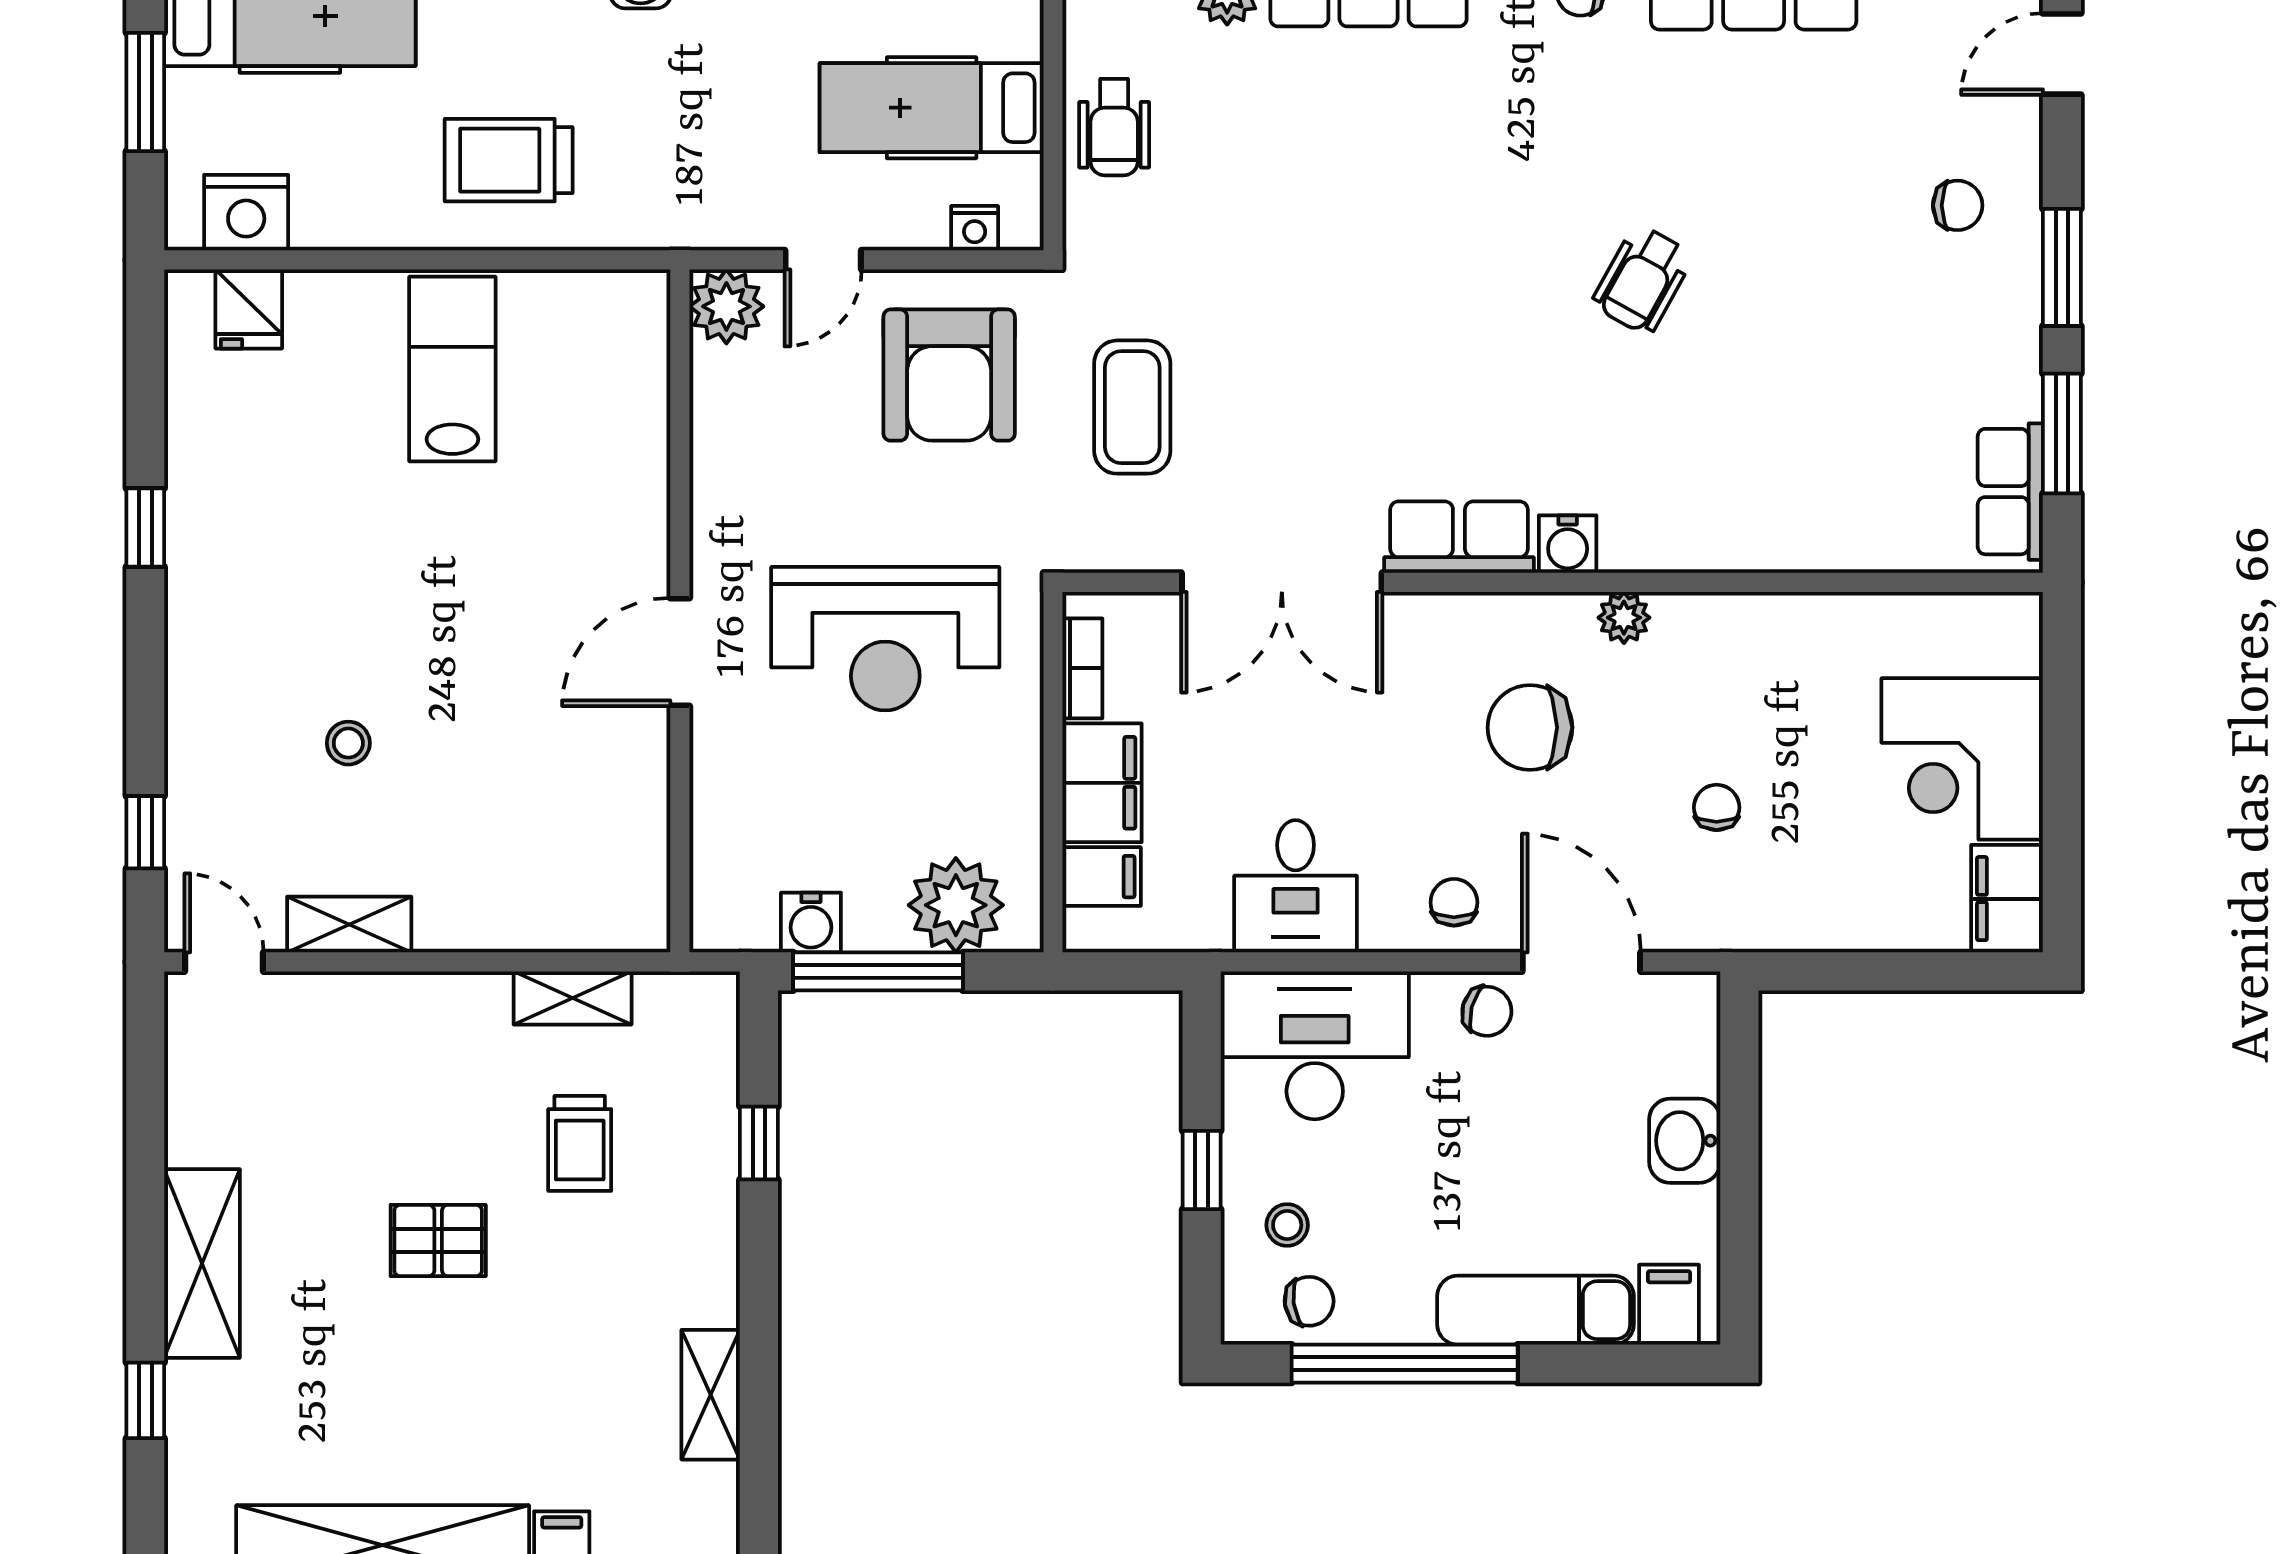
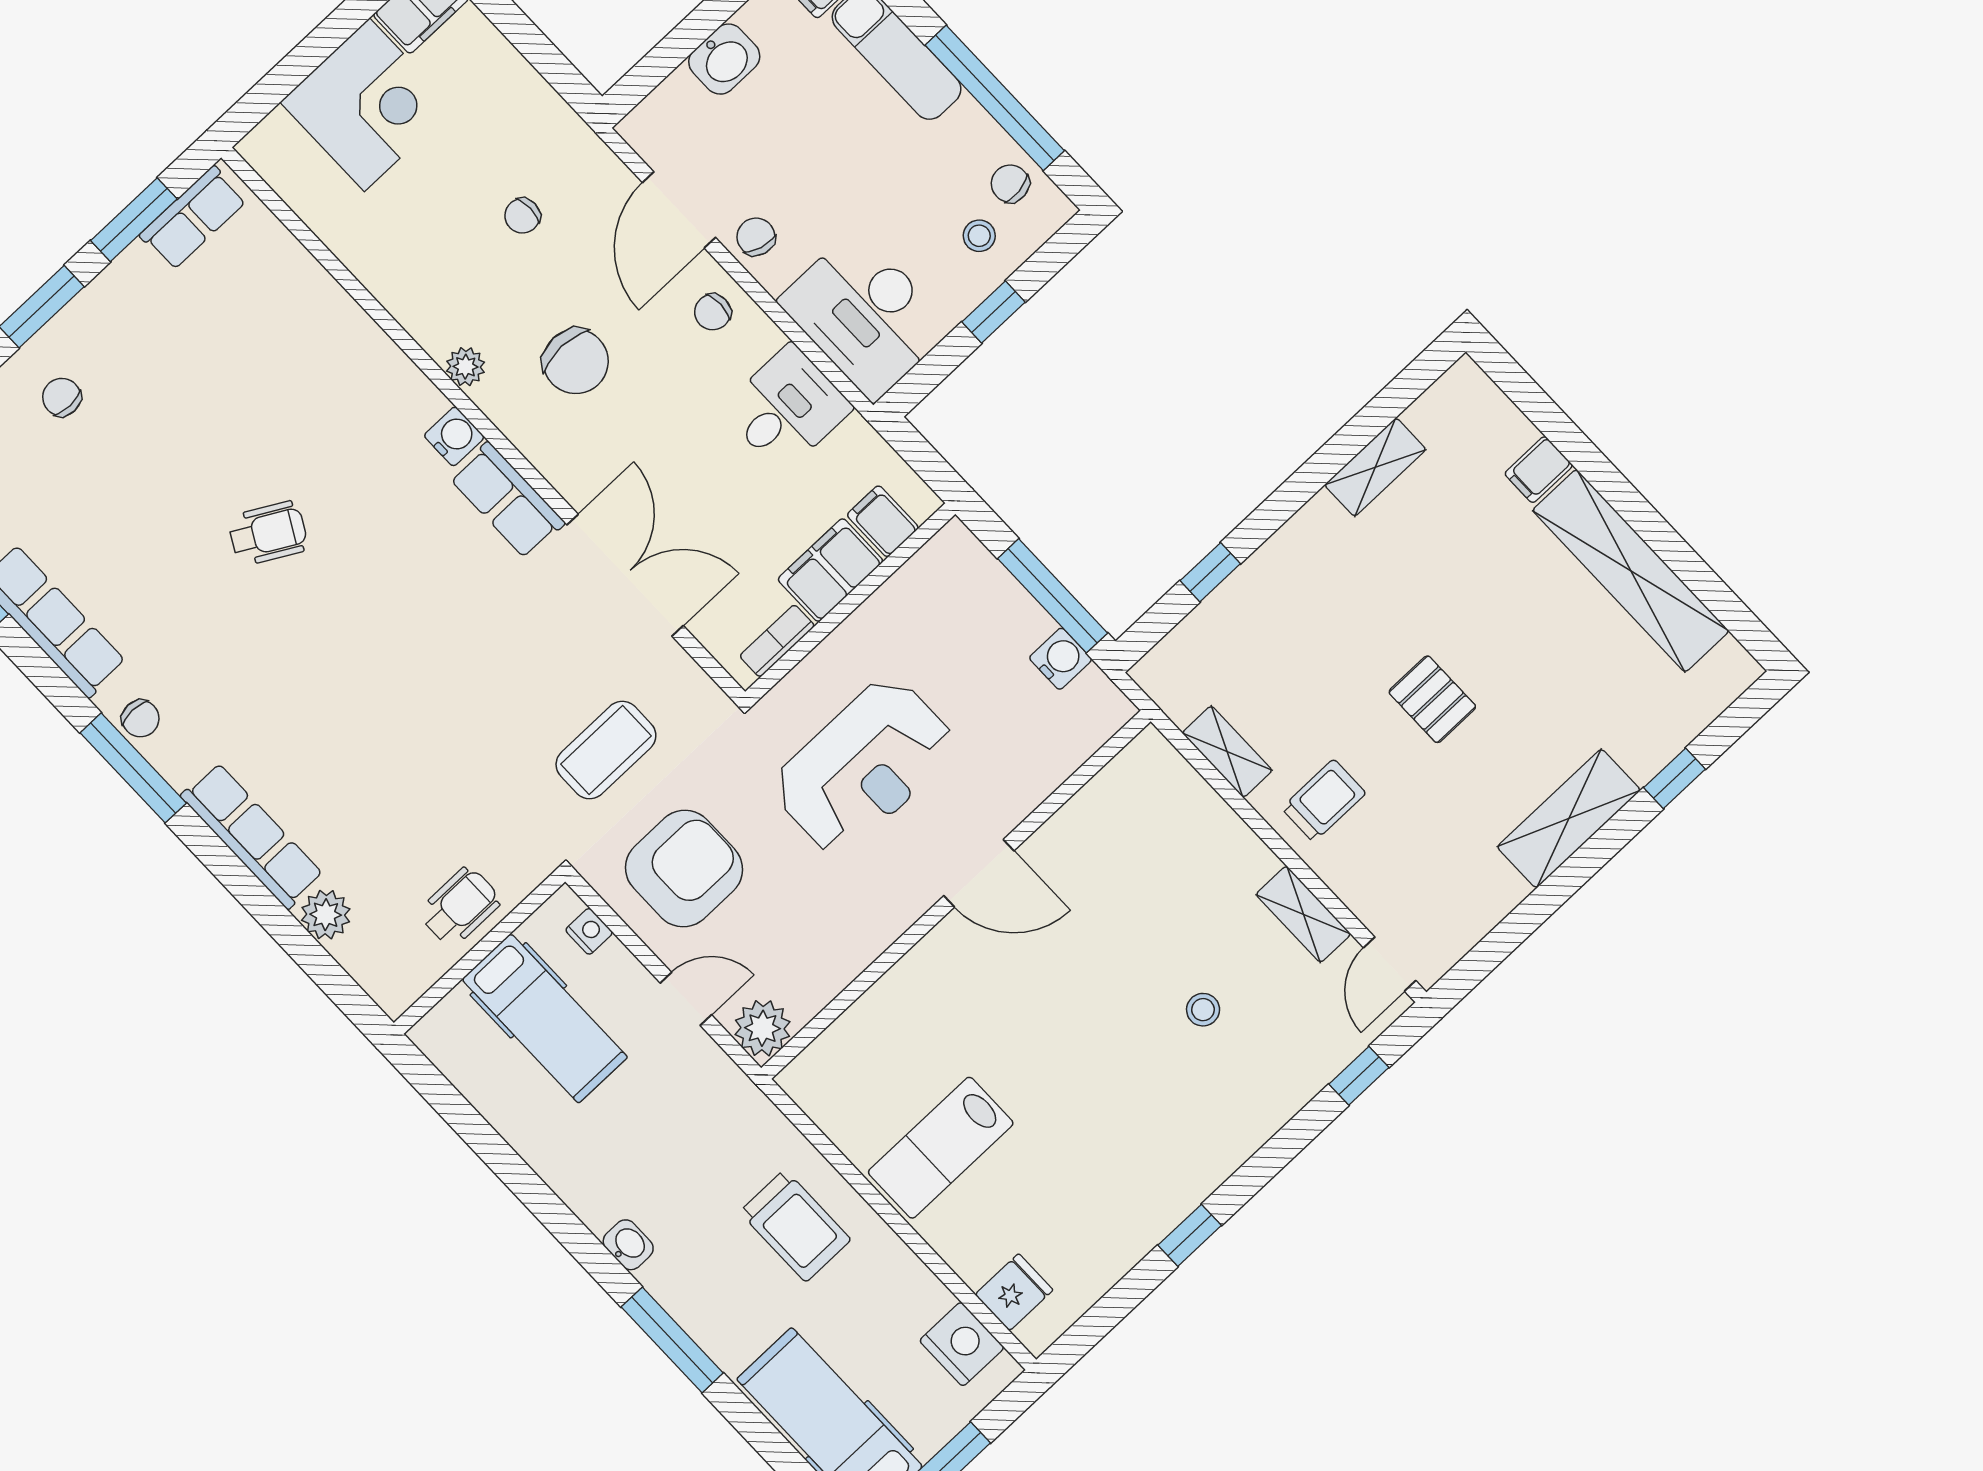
reception desk: (885, 639) -> (864, 766), turned 90
plant: (956, 905) -> (975, 587), removed
trolley: (580, 1143) -> (1324, 801), moved

